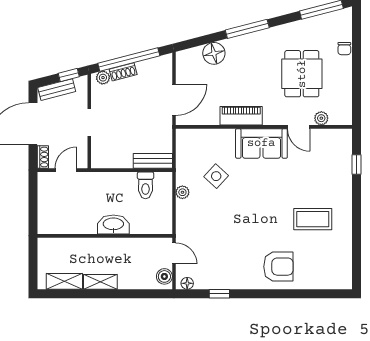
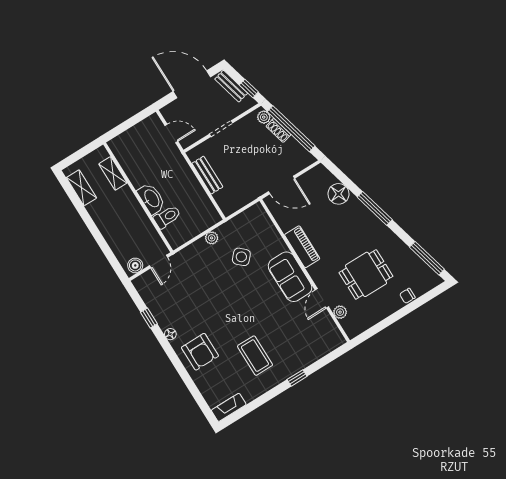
shoe rack: (43, 157) -> (170, 109), removed
bench: (153, 161) -> (207, 175), moved
window: (356, 165) -> (297, 378), moved
toilet: (145, 185) -> (167, 217), moved, turned 180
fireplace: (345, 272) -> (229, 407), added
shelving: (100, 282) -> (113, 173), moved
floor lamp: (187, 283) -> (170, 334), moved

